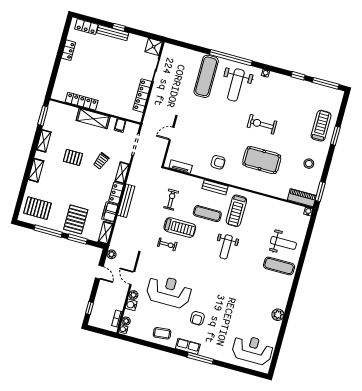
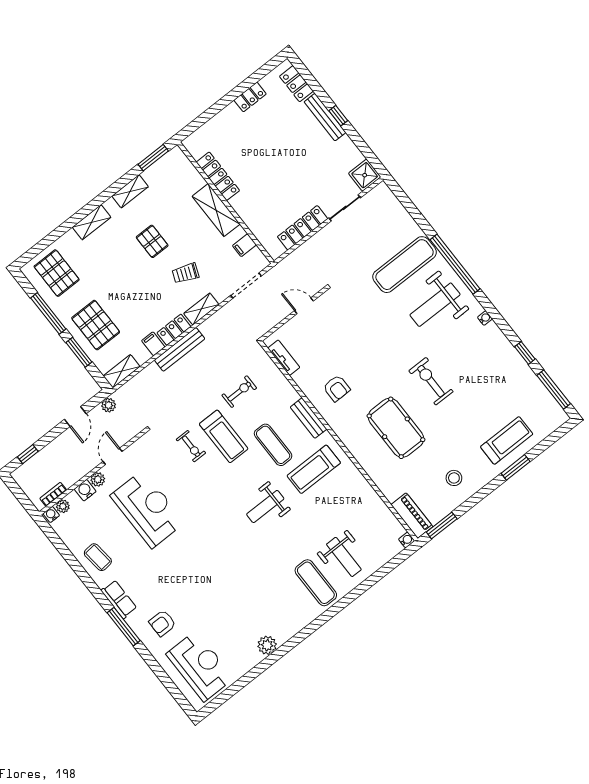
filing cabinet: (110, 212) -> (153, 344), width x0.50
pallet: (76, 219) -> (96, 325), turned 90
armchair: (197, 318) -> (162, 623), moved

